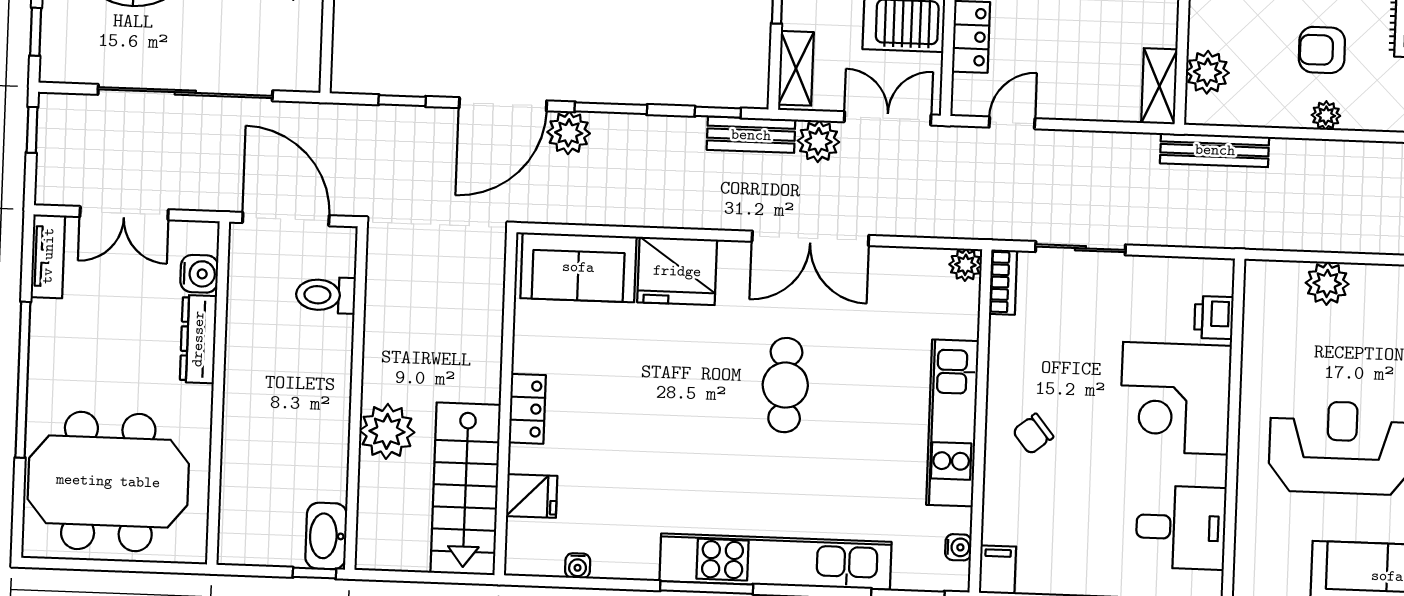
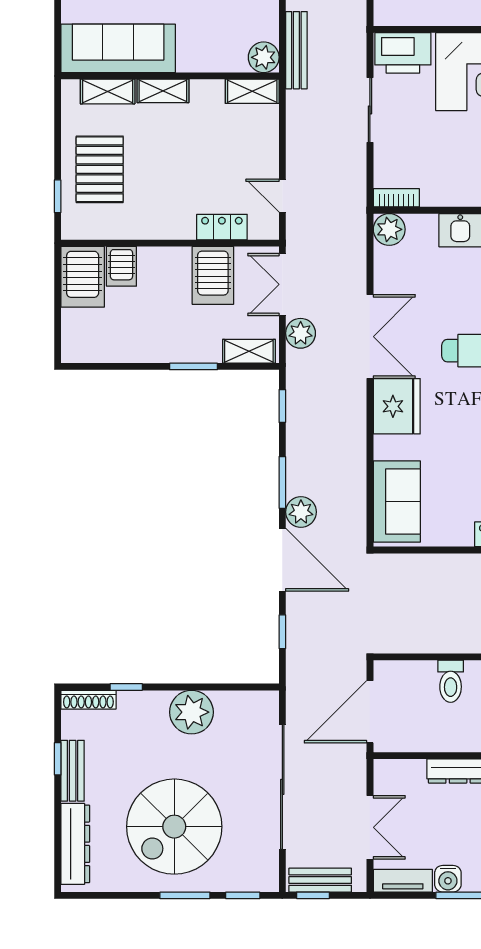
plant: (1207, 72) -> (264, 57), moved
bench: (751, 135) -> (320, 880), moved, turned 90
sliding door: (1080, 248) -> (370, 110), moved
plant: (965, 265) -> (389, 229), width x1.38, depth x1.38
fridge: (677, 271) -> (397, 406), moved
water cooler: (199, 274) -> (448, 879), moved, turned 180
toilet: (326, 295) -> (451, 681), moved
printer: (1214, 317) -> (403, 53), width x1.87, depth x1.48

